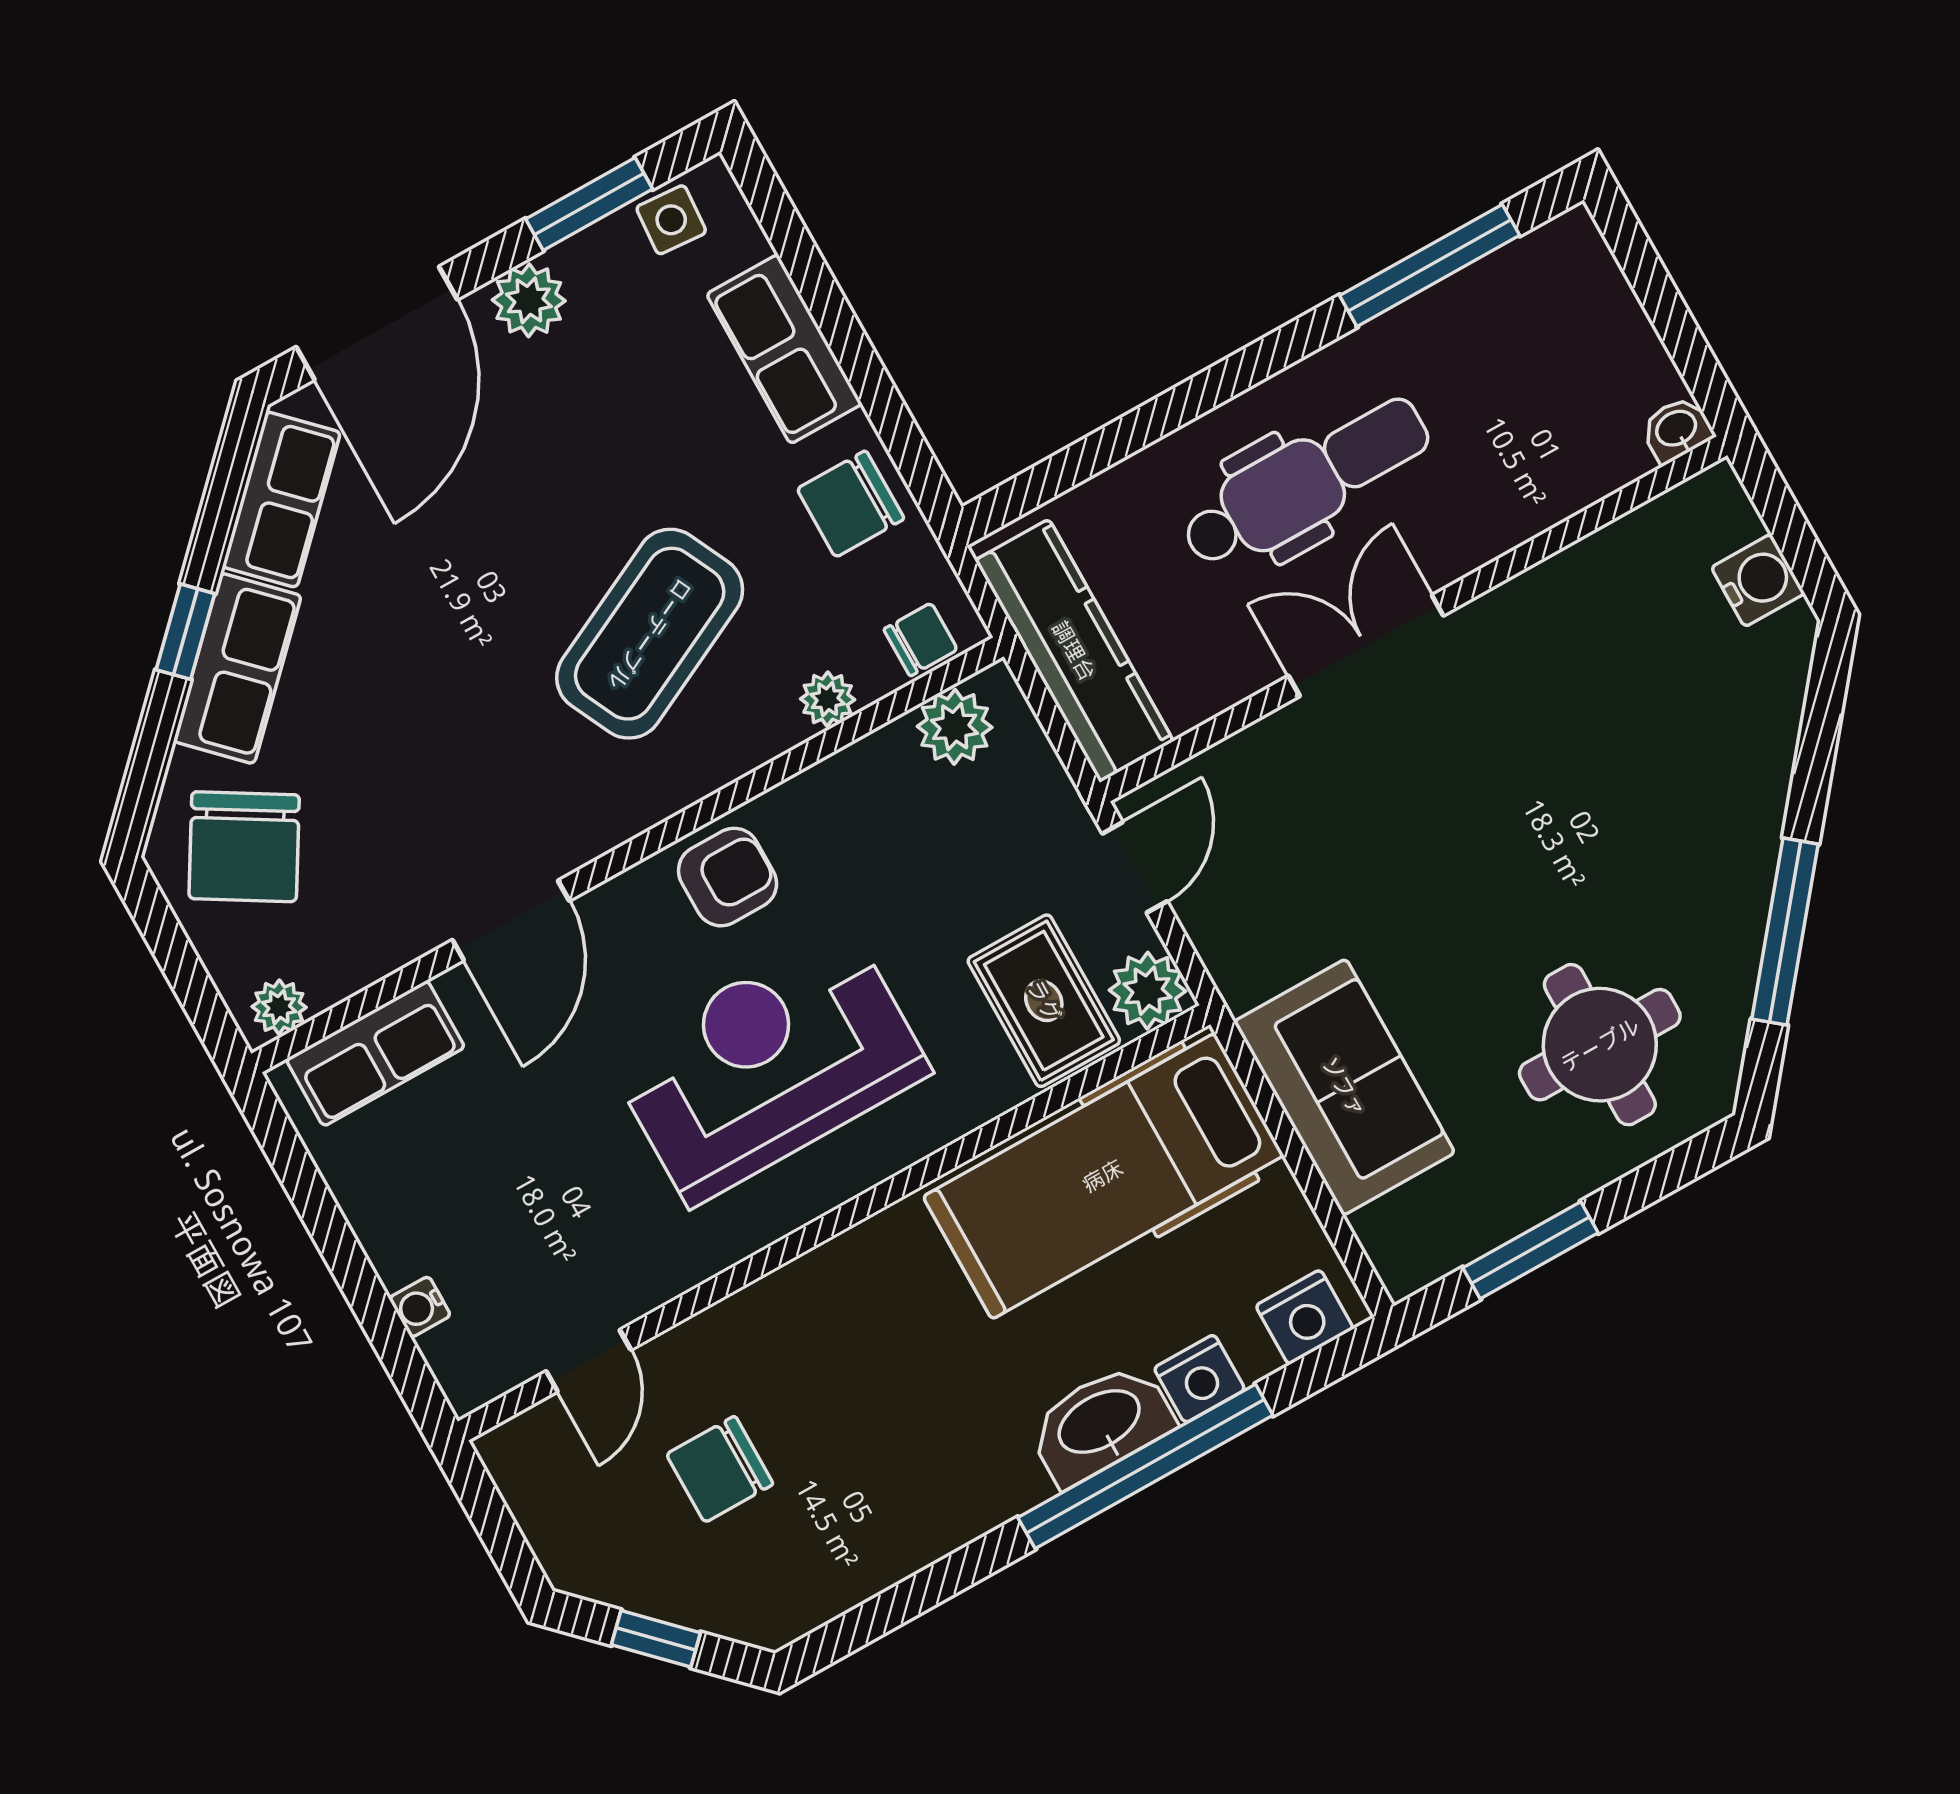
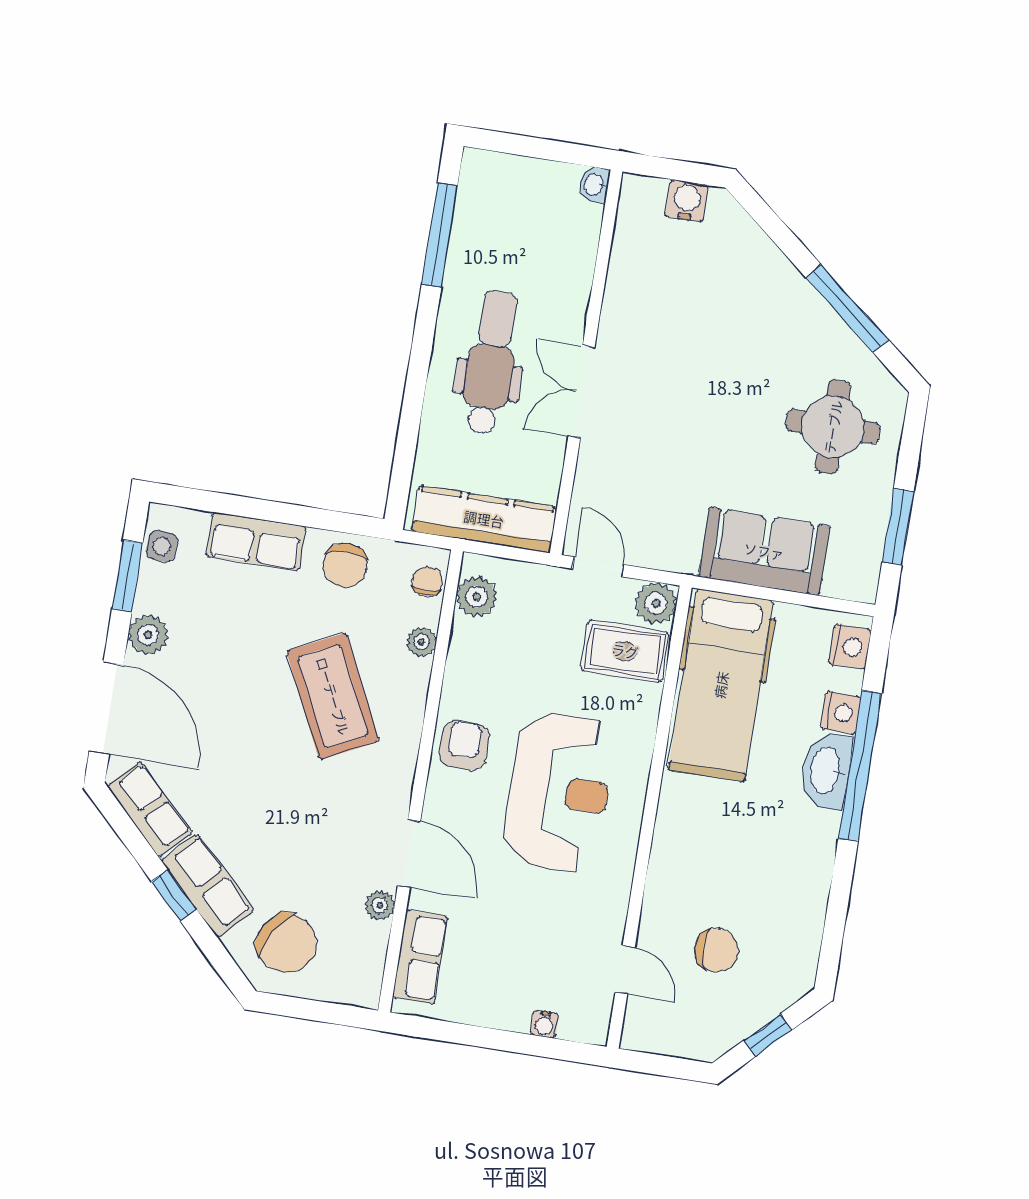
plant: (279, 1007) -> (380, 905), moved
reception desk: (769, 1065) -> (559, 792), turned 180
chair: (720, 1469) -> (716, 950), turned -94

